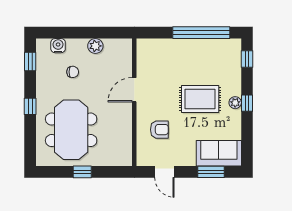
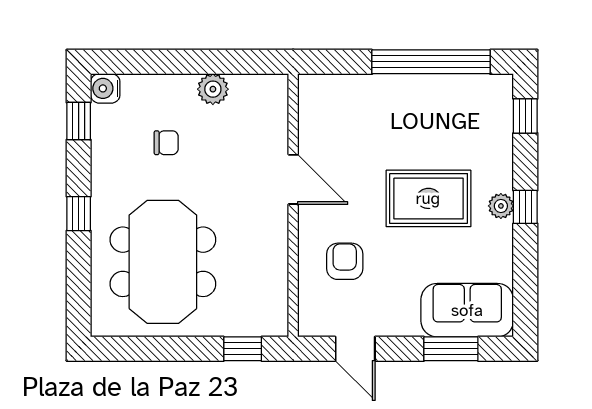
water cooler: (58, 46) -> (105, 88), moved, turned -90
door: (134, 90) -> (293, 179), swing flipped
armchair: (159, 130) -> (345, 261), turned -90
window: (82, 172) -> (243, 349), moved

